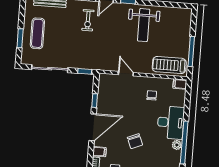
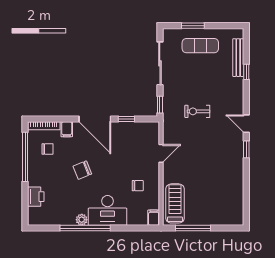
exercise bike: (88, 20) -> (197, 111), moved
weight bench: (144, 25) -> (220, 170), removed

